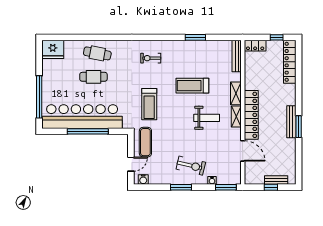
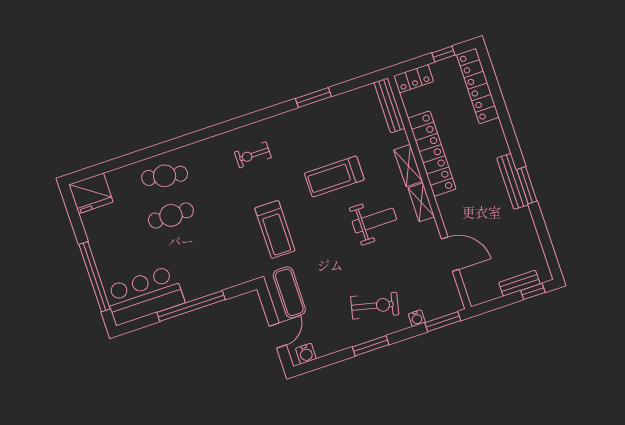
locker: (251, 115) -> (432, 154), moved
bar counter: (82, 117) -> (144, 295), width x0.54
window: (271, 187) -> (533, 291), moved

